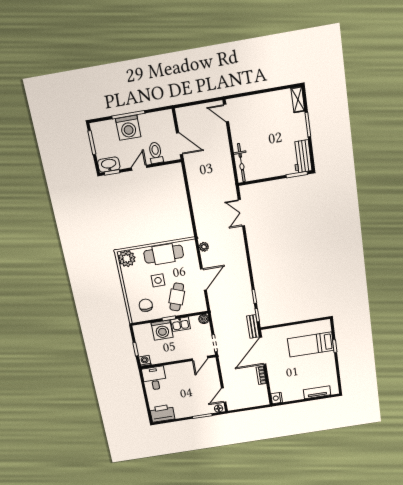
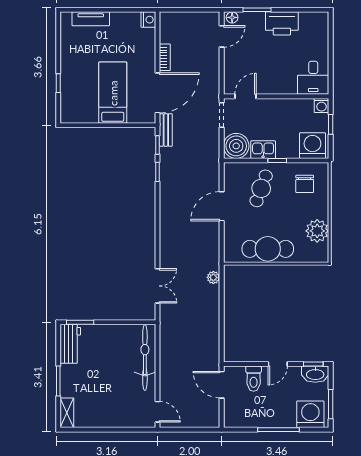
washing machine: (128, 128) -> (310, 414), moved
bicycle: (241, 163) -> (145, 358), width x1.37, depth x1.40
plant: (204, 247) -> (213, 277), moved
plant: (127, 259) -> (317, 231), moved
side table: (158, 280) -> (282, 215), removed
boiler: (204, 319) -> (236, 146), width x1.86, depth x1.86
washing machine: (162, 330) -> (312, 146), moved
bed: (311, 344) -> (113, 93), moved, turned -90
printer: (162, 413) -> (282, 23), moved

